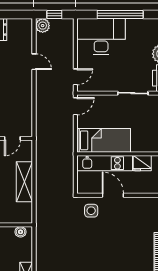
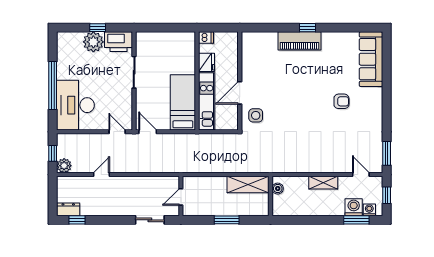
door: (12, 138) -> (181, 197), swing flipped
shelving: (24, 182) -> (248, 184), moved

